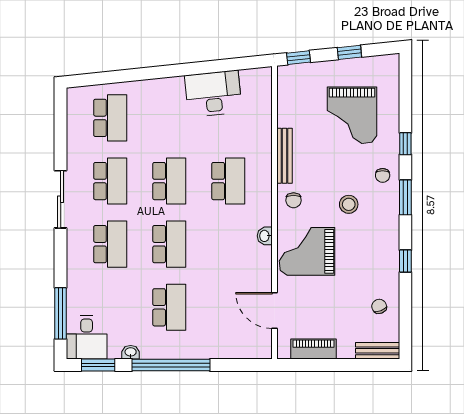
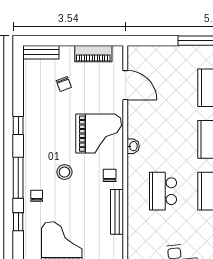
window: (405, 197) -> (18, 178), width x1.44
chair: (379, 306) -> (64, 84), moved

